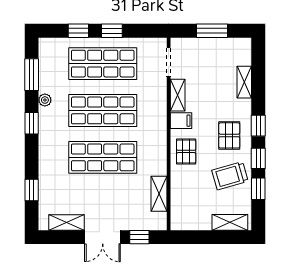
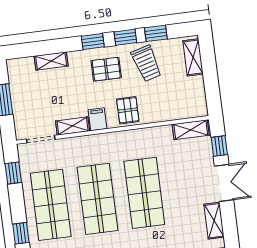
window: (112, 31) -> (13, 173), moved
pallet: (186, 151) -> (128, 110), turned 90
shelving: (159, 194) -> (191, 130), moved

